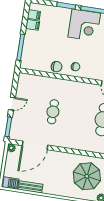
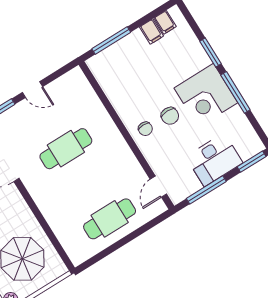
chair: (57, 67) -> (170, 116), moved
cafe table: (53, 112) -> (66, 149), width x1.37, depth x1.35

